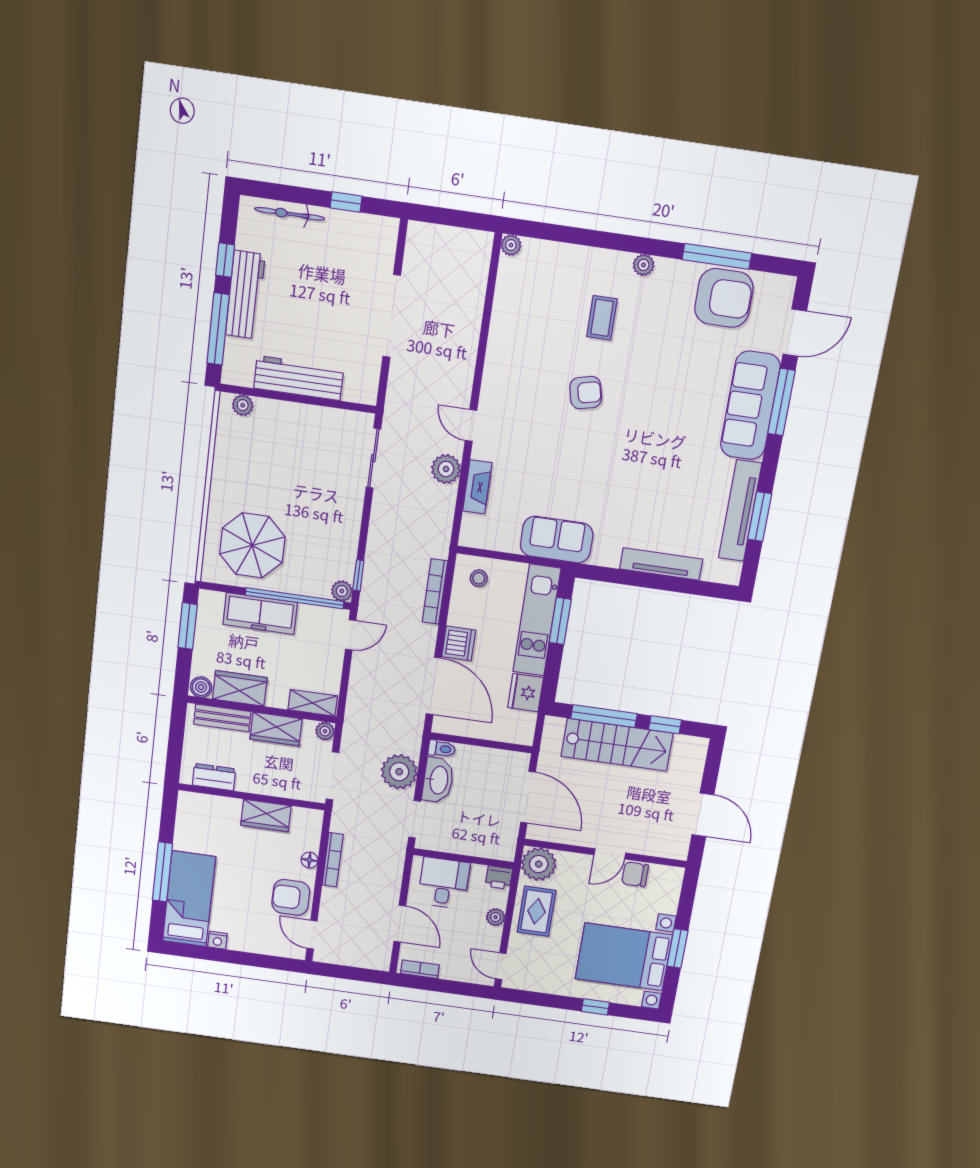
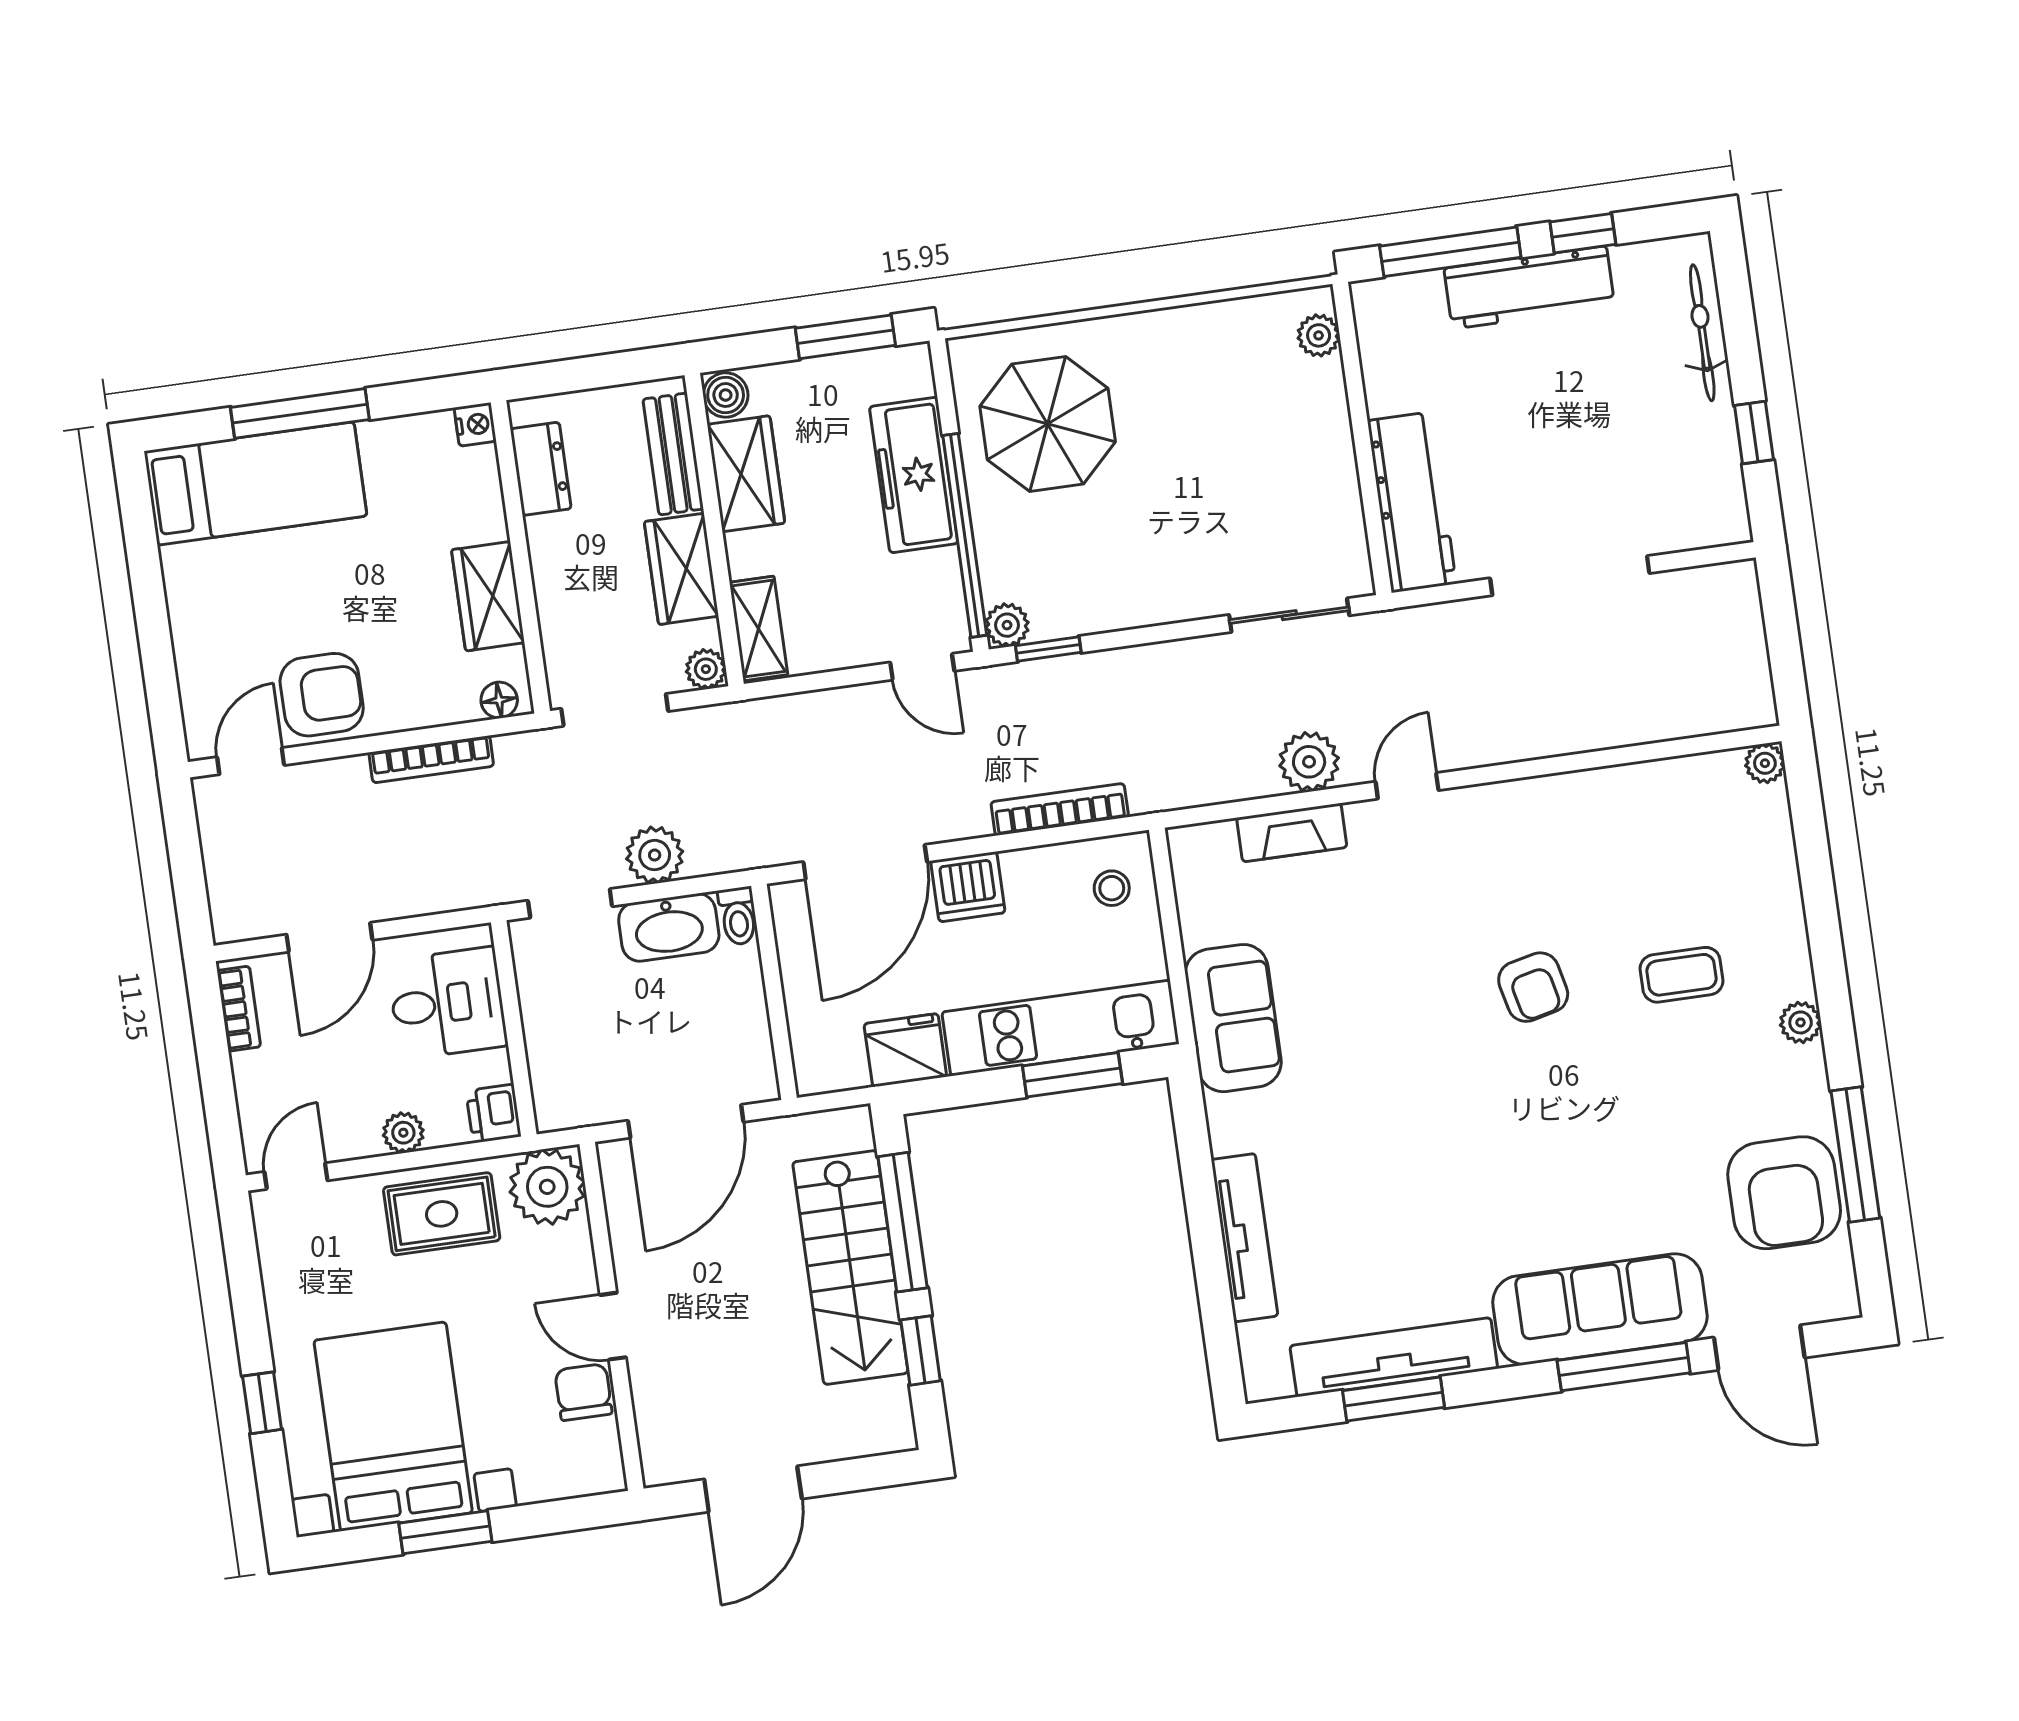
workbench: (299, 378) -> (1412, 502), moved
plant: (399, 772) -> (655, 855), width x0.73, depth x0.73
floor lamp: (310, 860) -> (499, 700), moved
armchair: (291, 897) -> (322, 695), turned 90
nightstand: (218, 940) -> (475, 424), moved, turned 180

